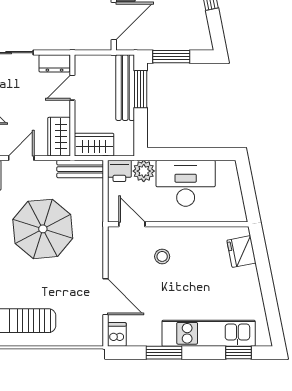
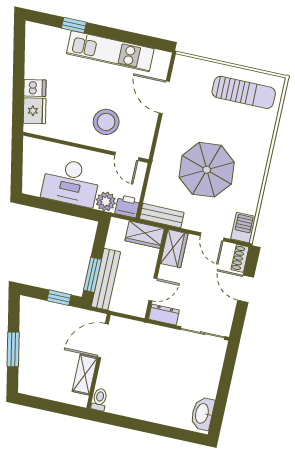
window: (171, 57) -> (59, 298), width x0.67
door: (21, 158) -> (212, 237), hinge flipped
stool: (162, 256) -> (106, 122), width x1.89, depth x1.89
kitchen unit: (209, 333) -> (110, 51), moved
dishwasher: (117, 334) -> (35, 88), moved, turned -101
window: (164, 353) -> (123, 36), removed
window: (238, 353) -> (74, 25), moved

